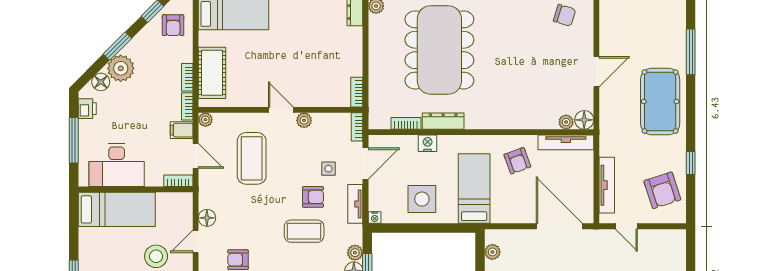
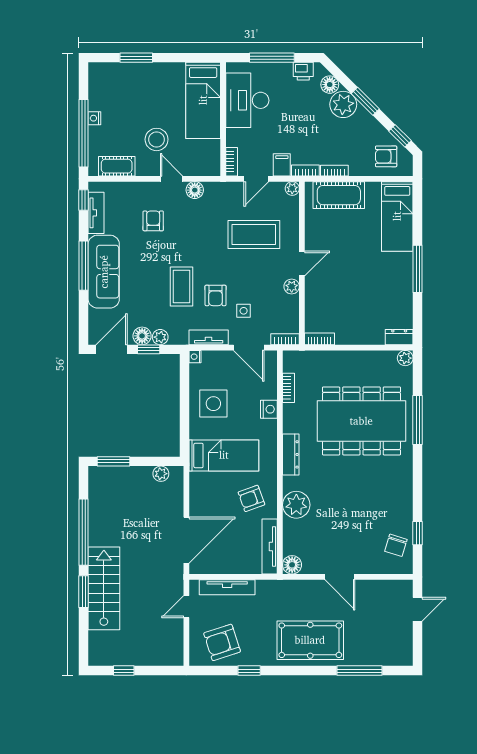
dresser: (443, 121) -> (291, 454), moved
plant: (566, 122) -> (296, 505), moved, width x1.87, depth x1.87

